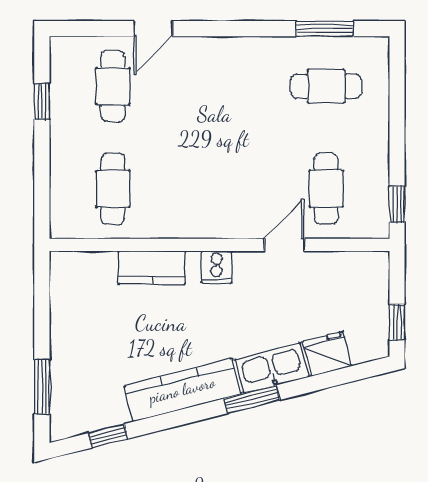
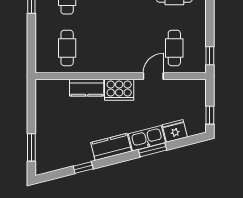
cooker: (216, 267) -> (119, 90), width x1.87, depth x1.31
kitchen counter: (182, 390) -> (111, 147), width x0.67
window: (252, 399) -> (153, 150), moved
window: (108, 436) -> (83, 167), moved

